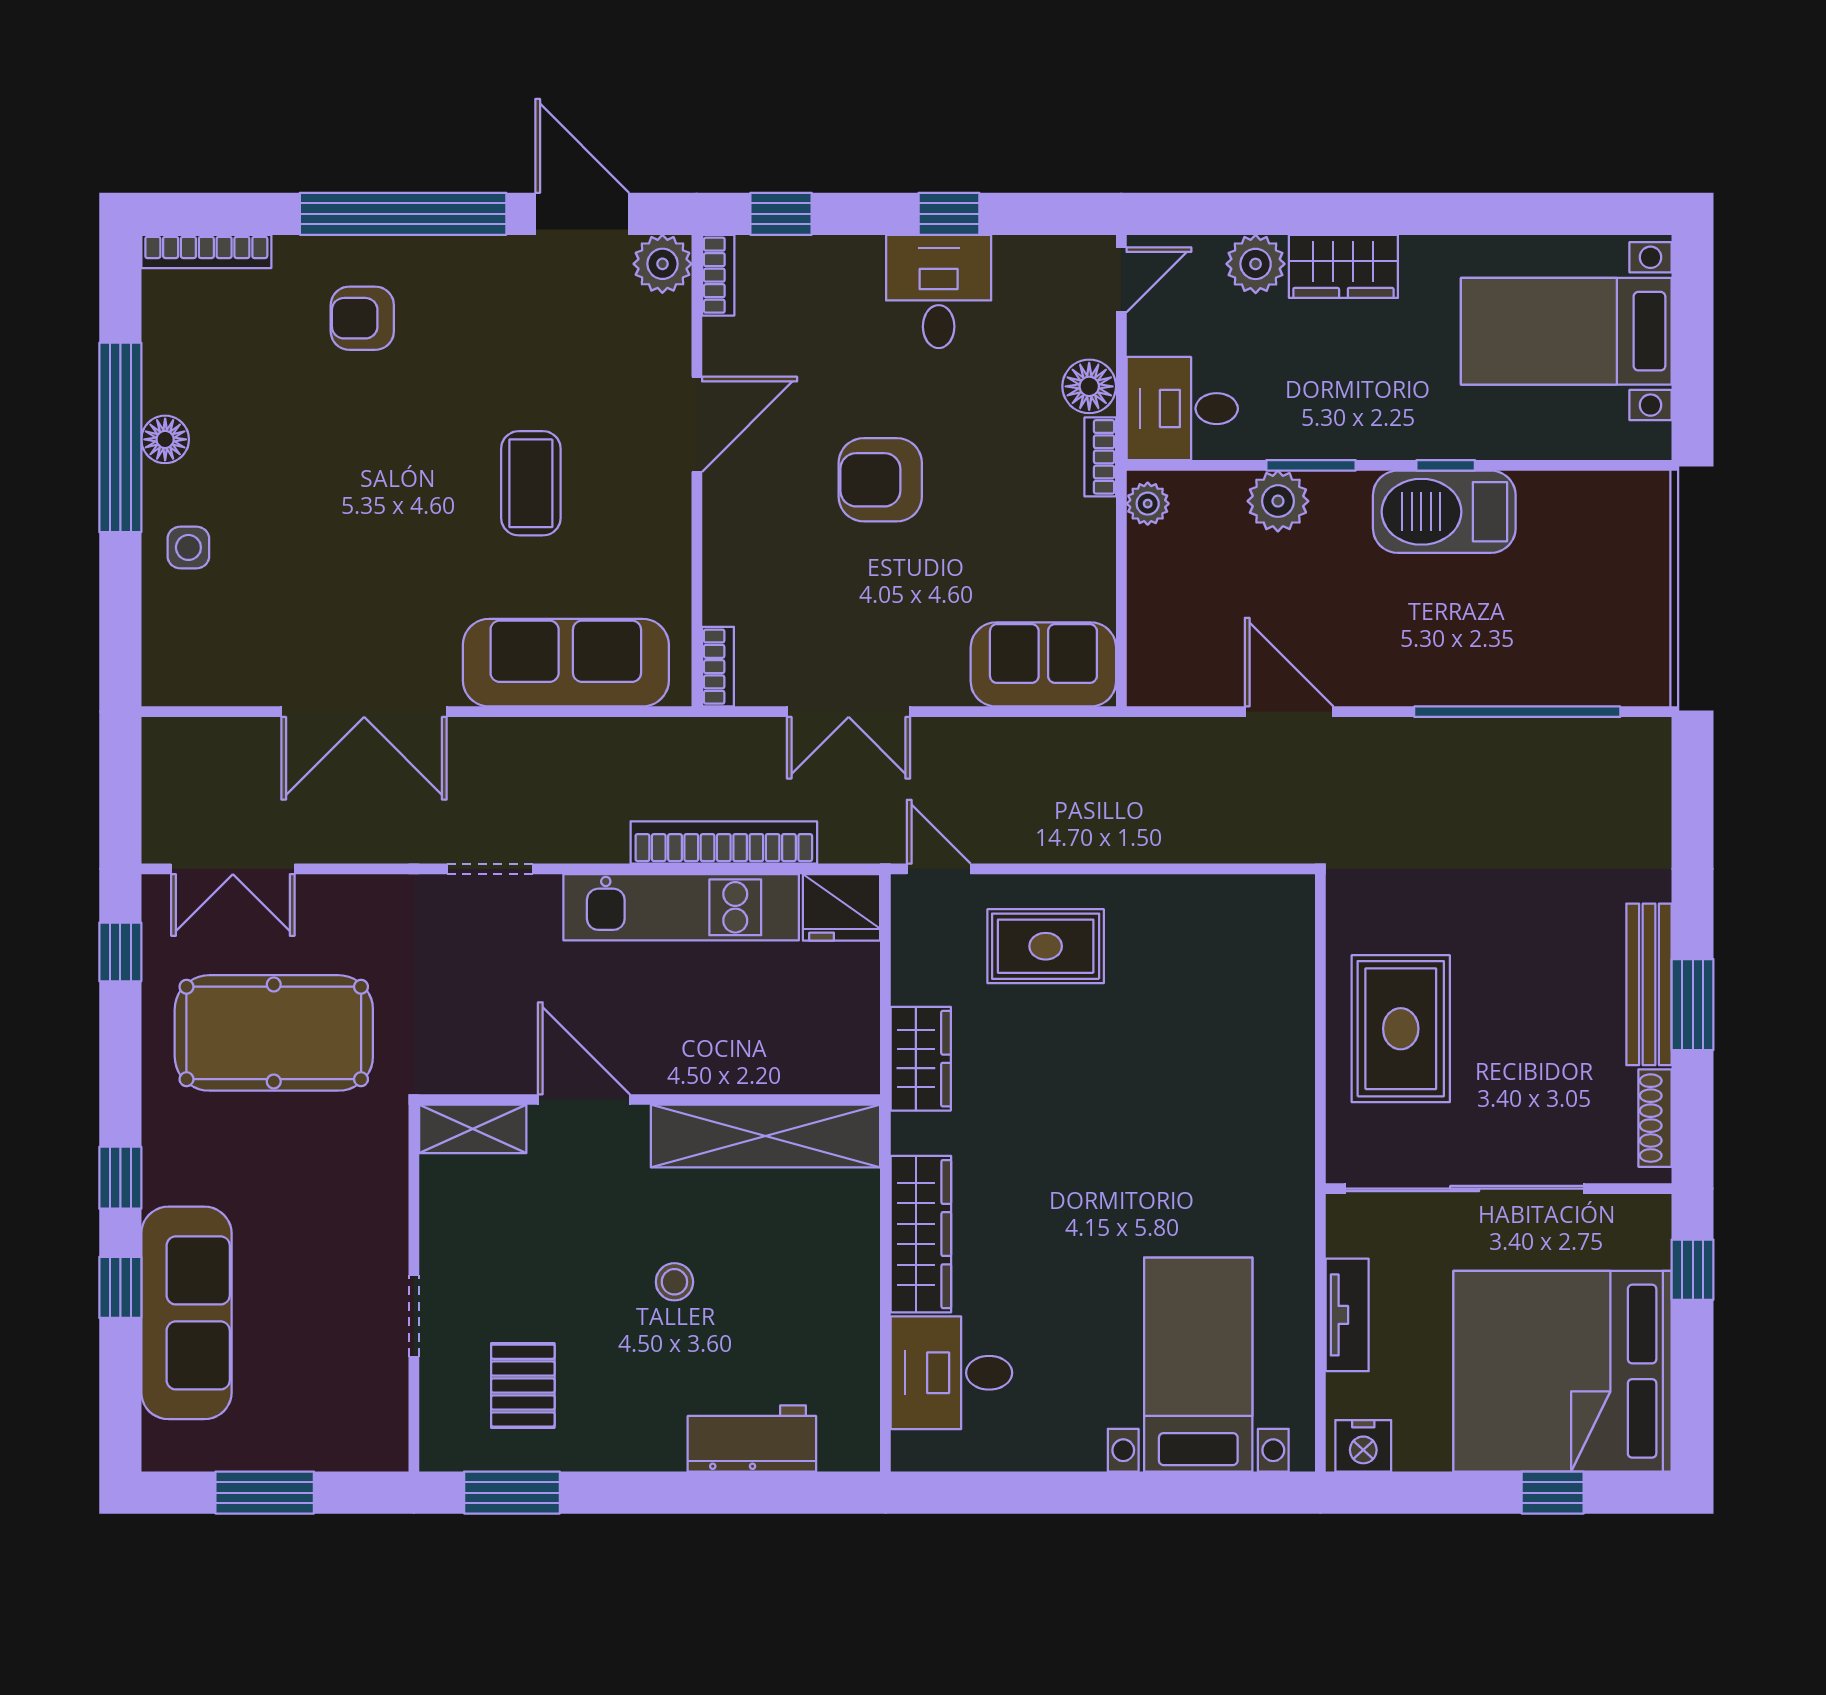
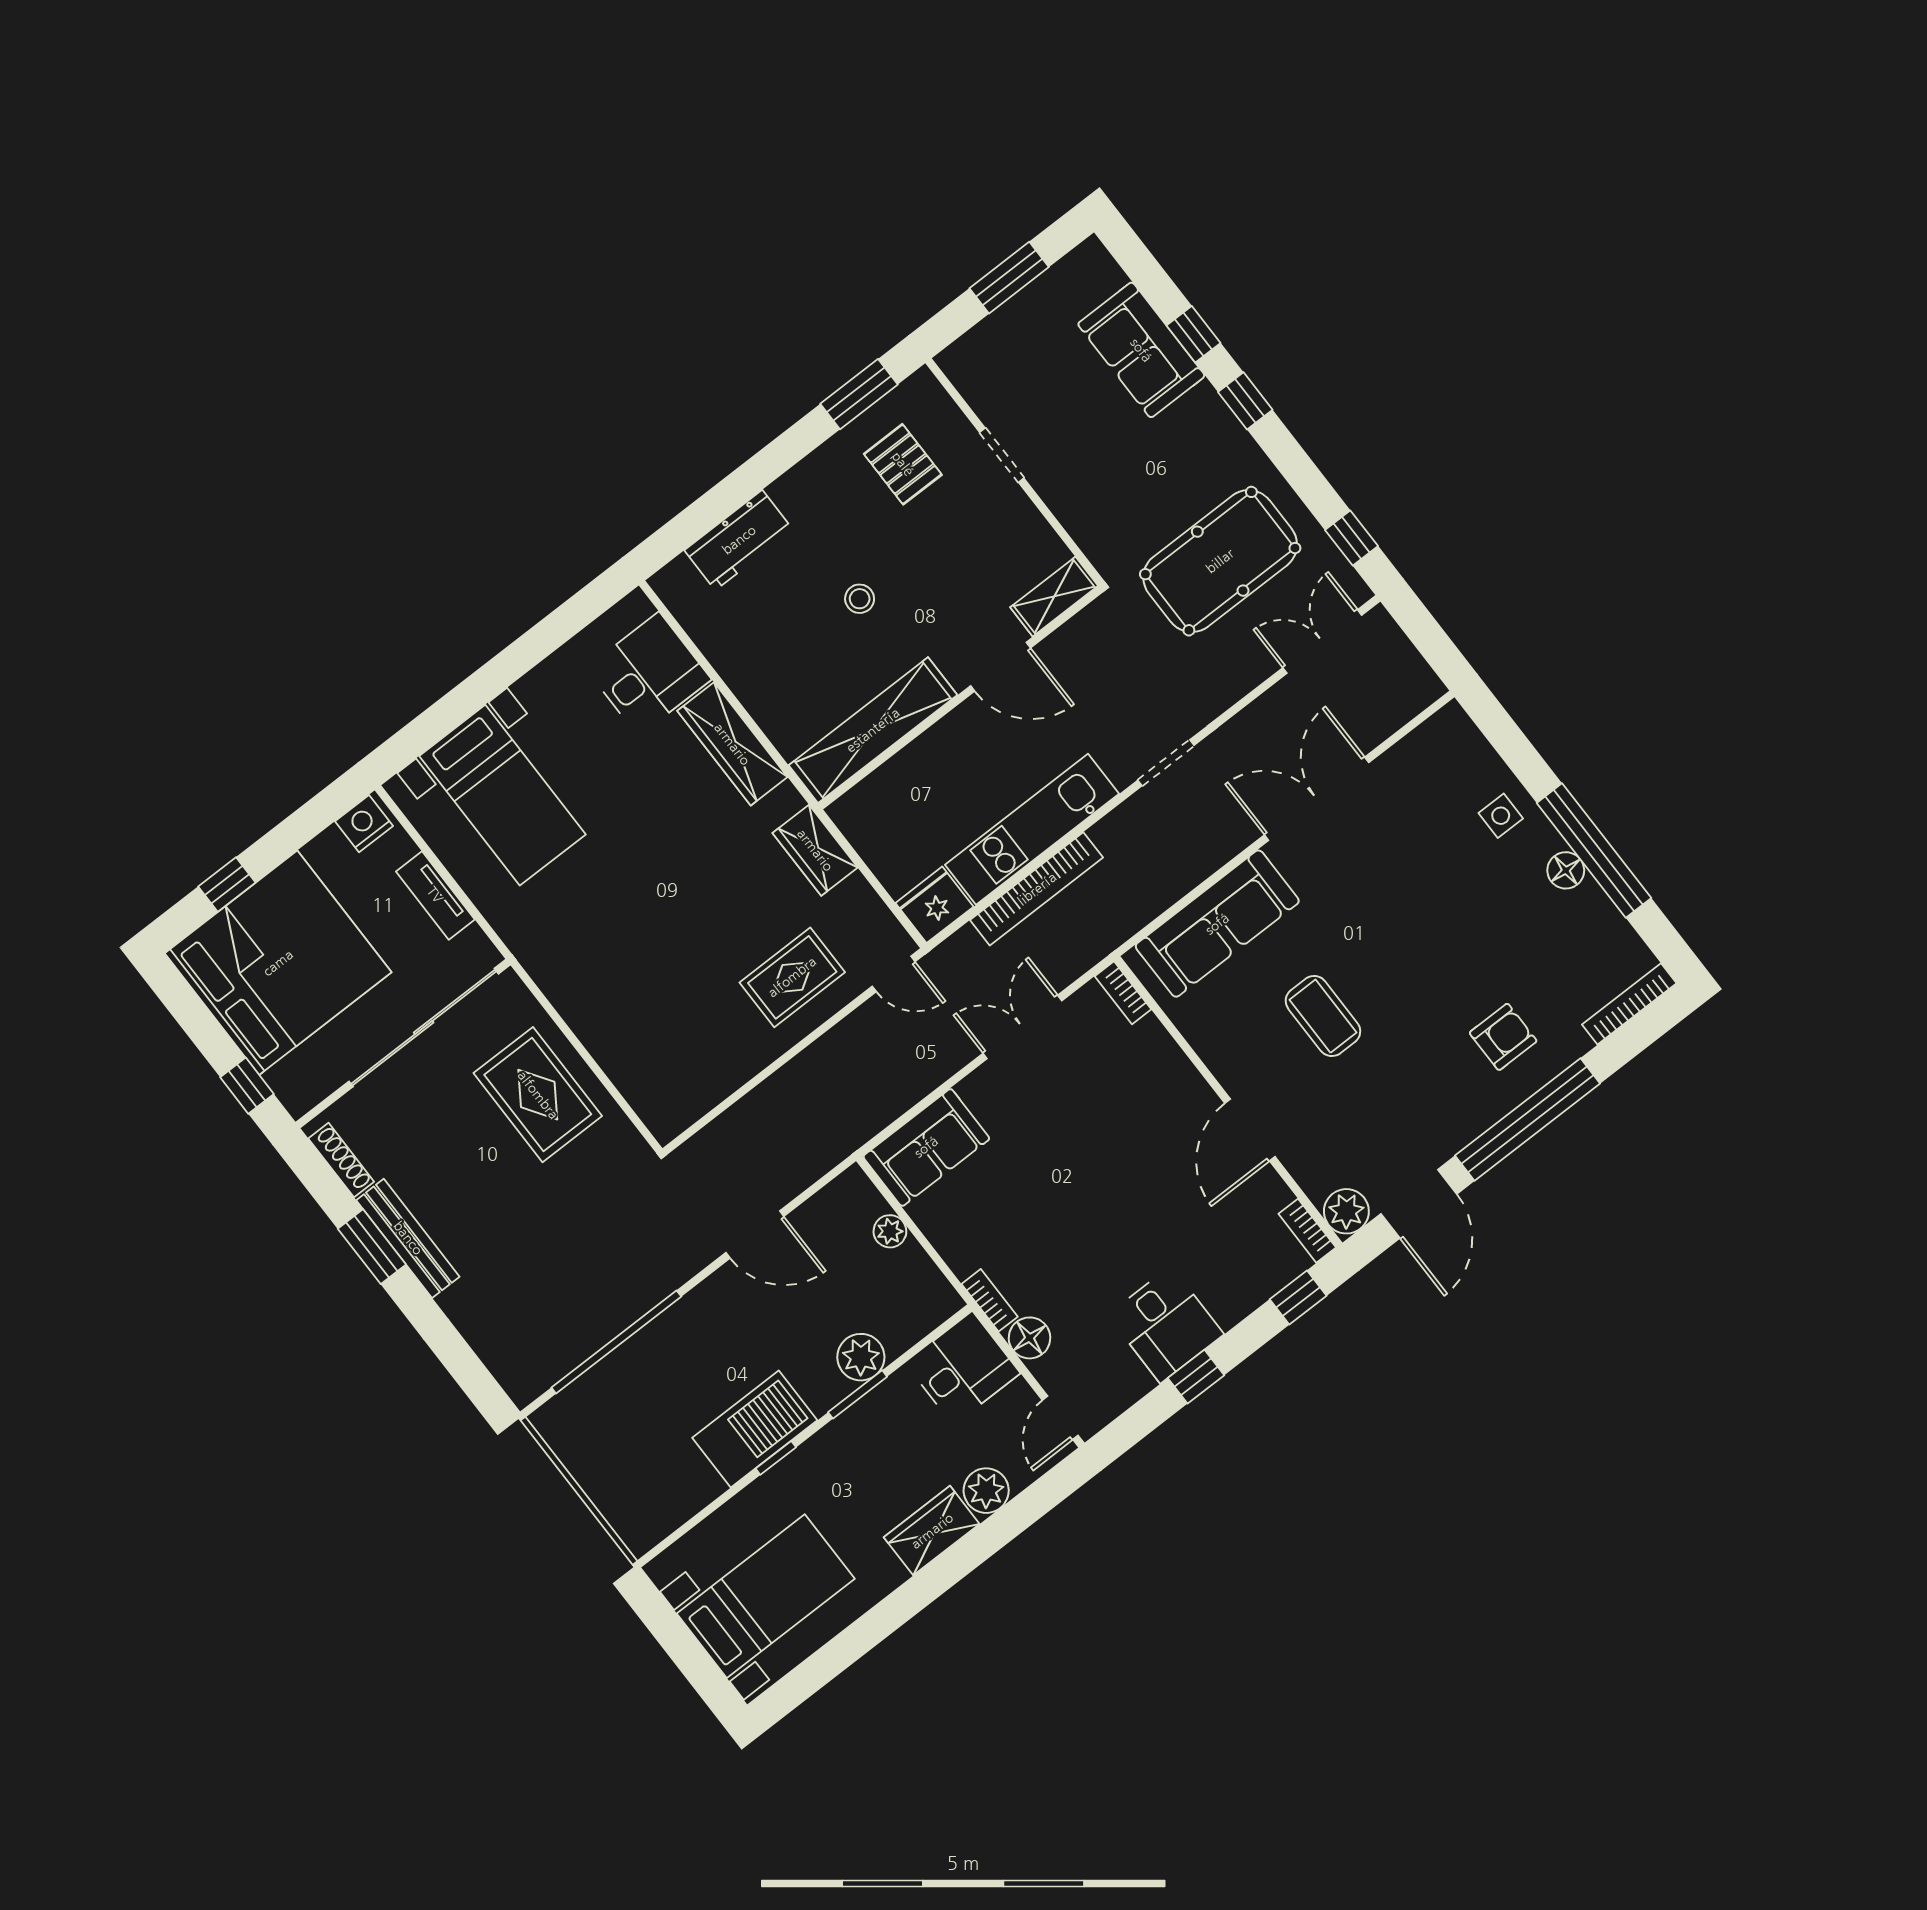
door: (582, 214) -> (1419, 1204), hinge flipped
armchair: (880, 480) -> (1112, 1183), removed
plant: (1148, 504) -> (890, 1231), moved
sofa: (186, 1313) -> (1141, 350), width x0.73

